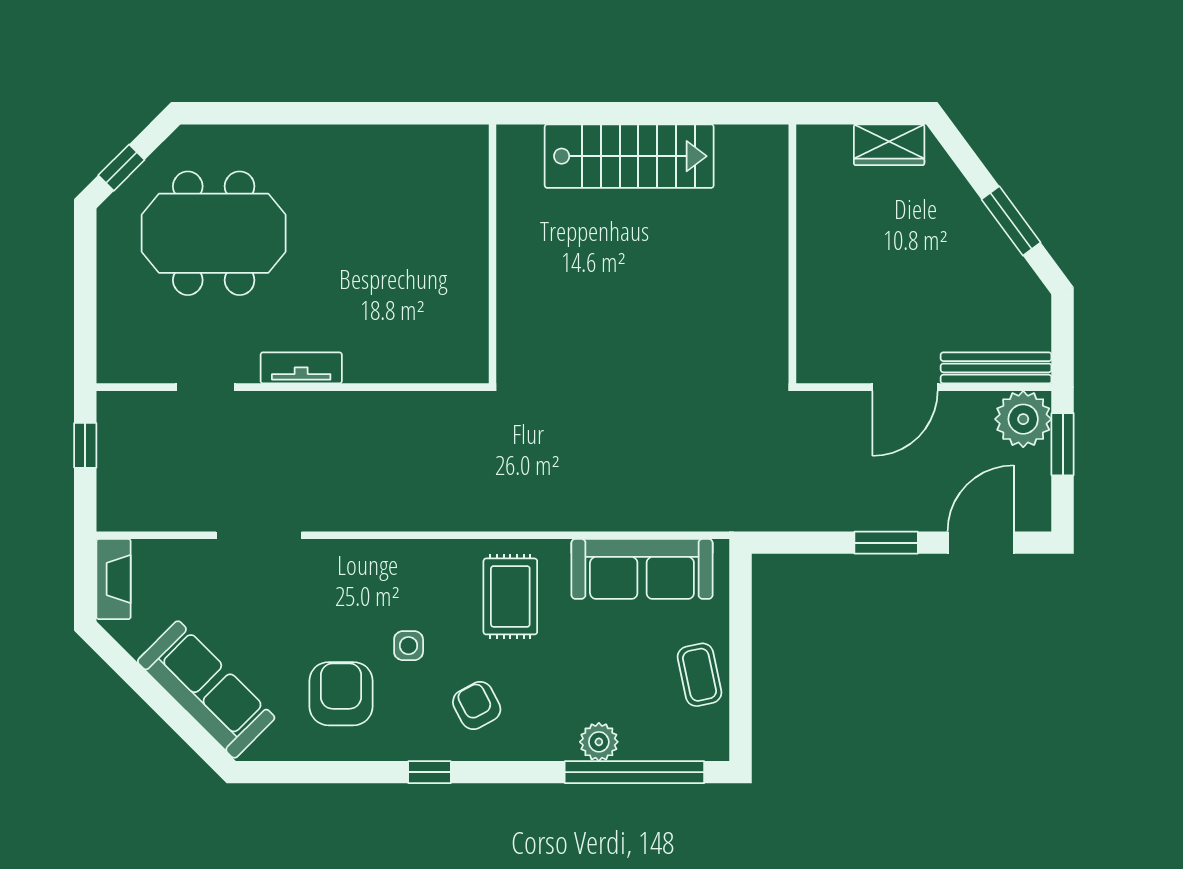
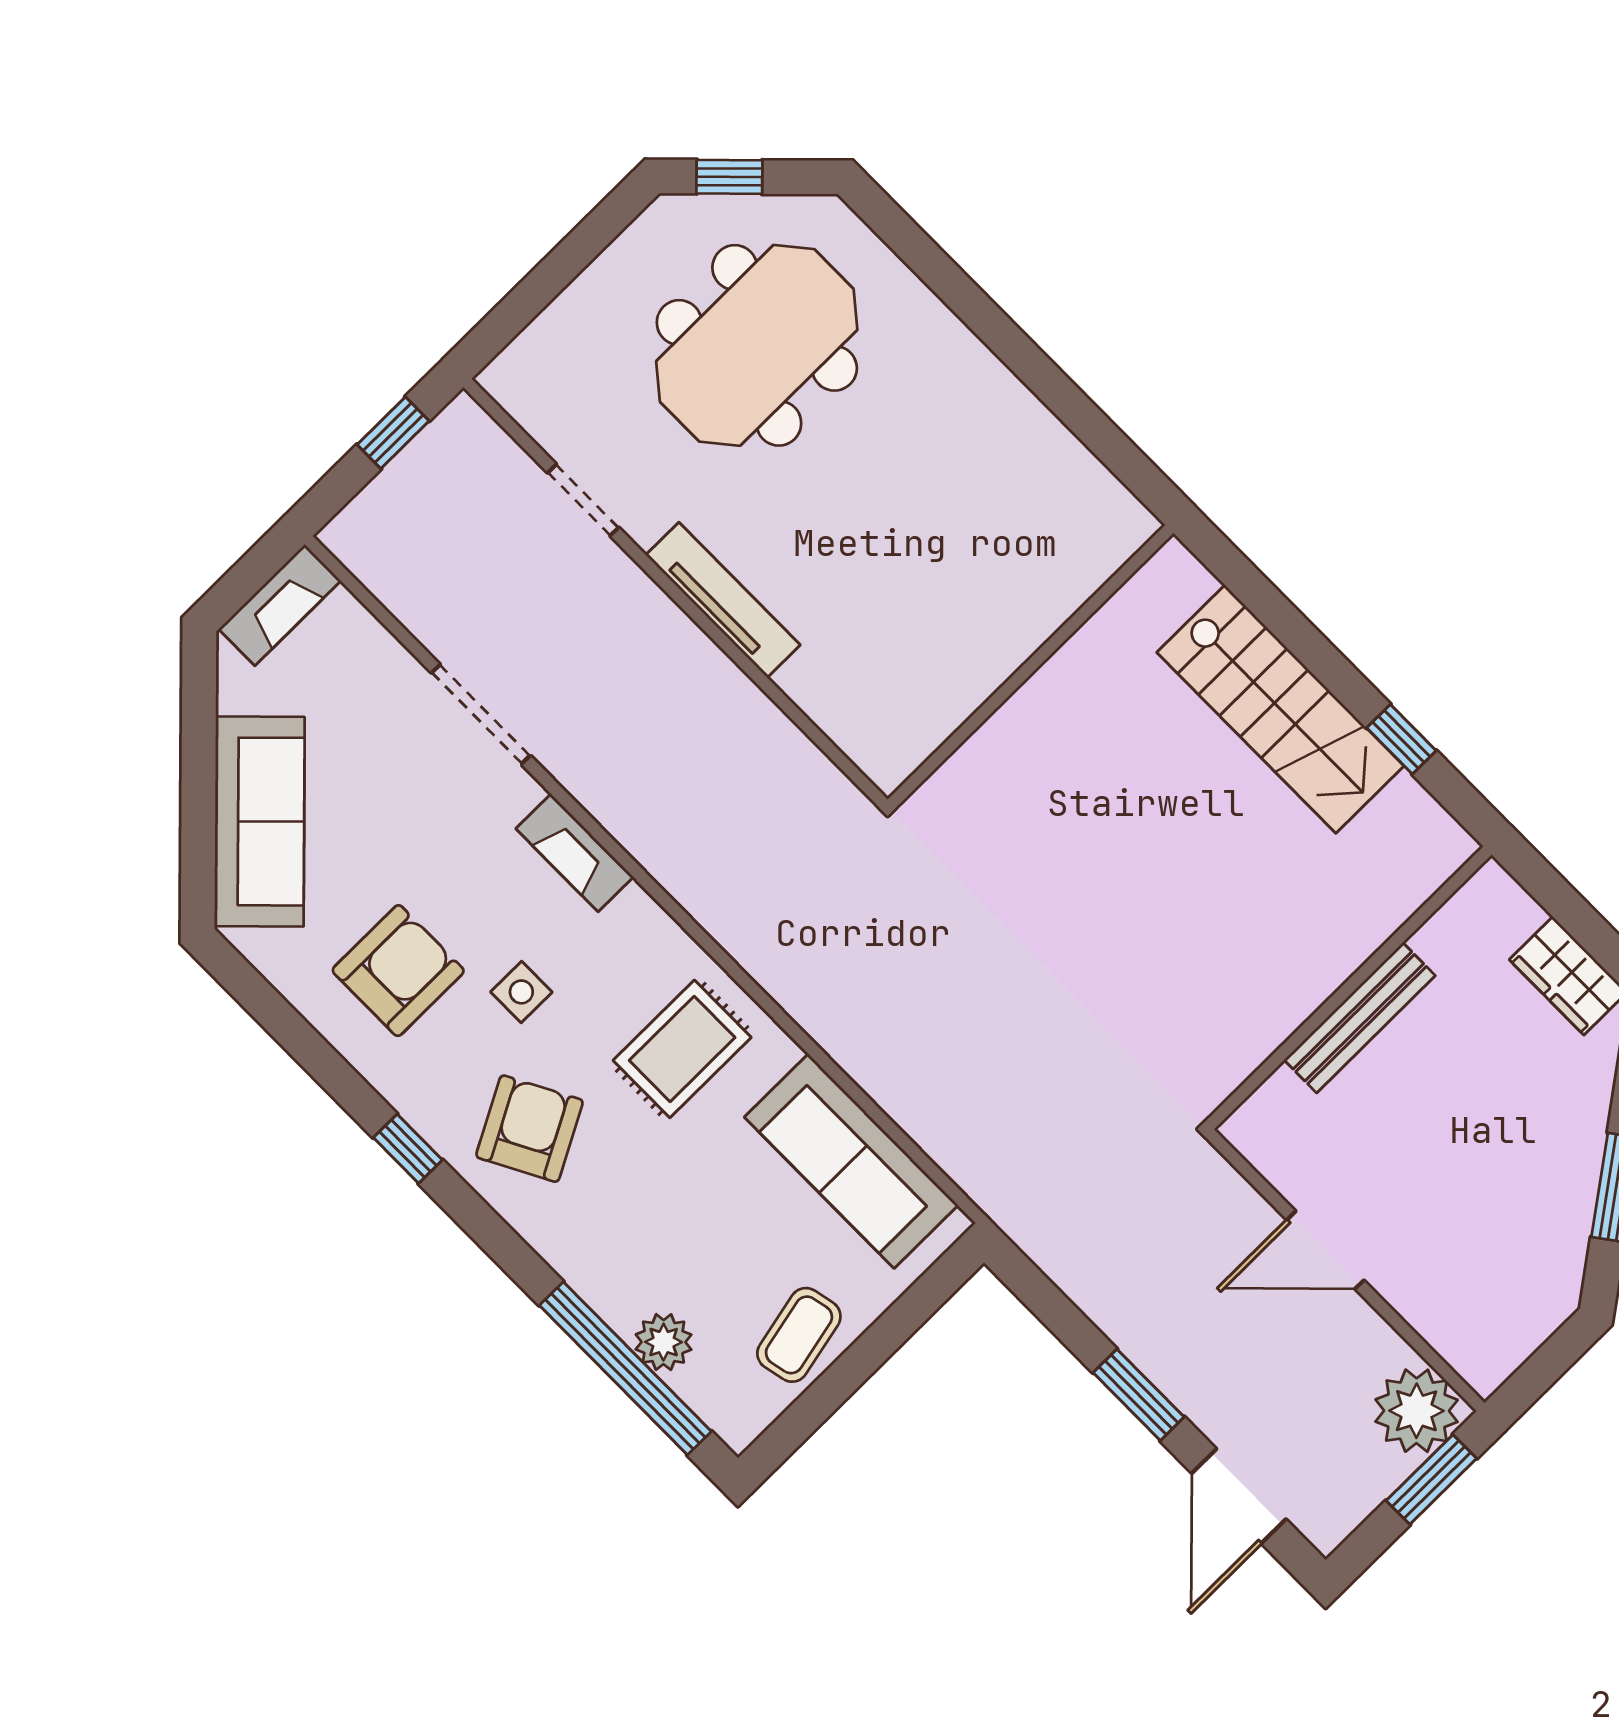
window: (700, 113) -> (1401, 739), added
meeting table: (214, 233) -> (757, 345), turned 90
tv unit: (301, 368) -> (723, 600), width x1.41
bench: (996, 368) -> (1360, 1018), moved, turned 90
door: (981, 543) -> (1239, 1496), swing flipped
fireplace: (368, 556) -> (575, 853), added
armchair: (477, 705) -> (529, 1129), width x1.38, depth x1.38
plant: (599, 742) -> (664, 1342), moved

